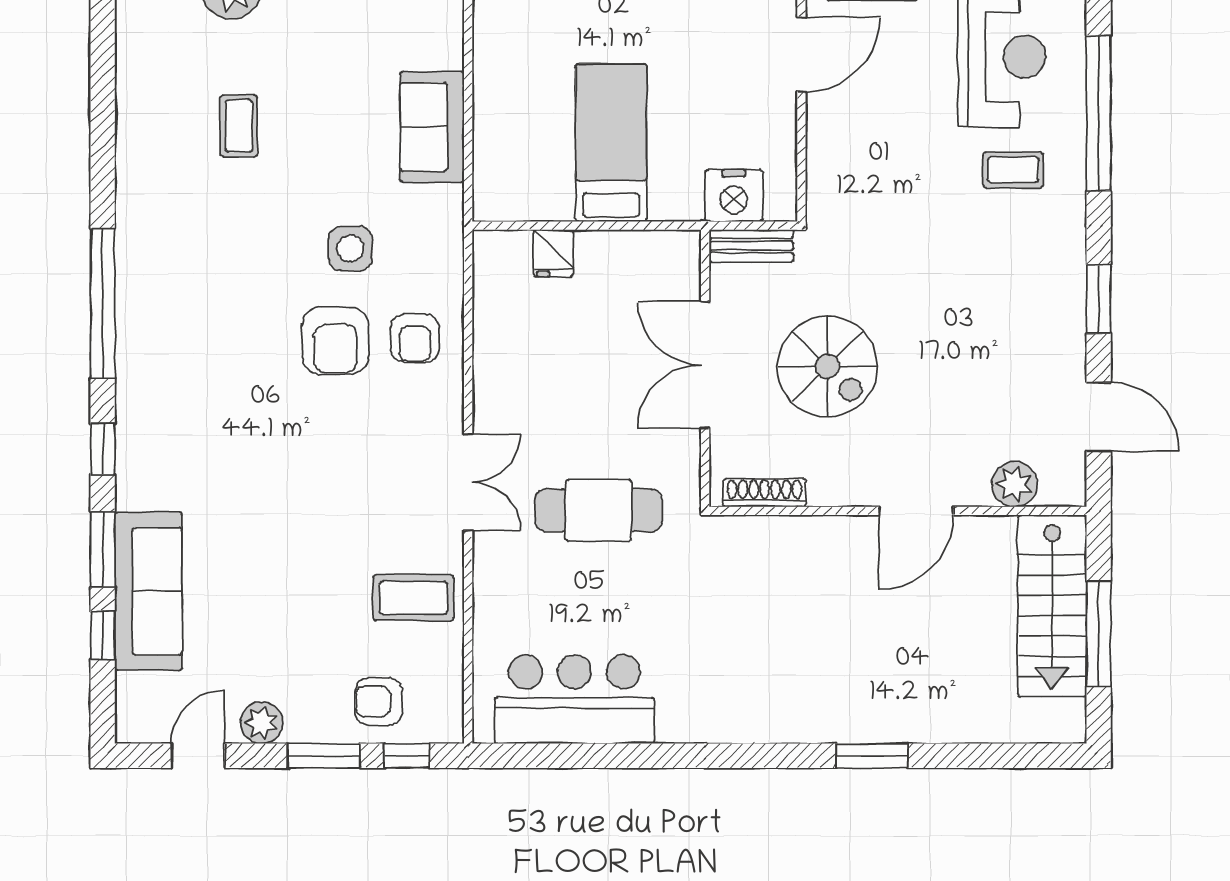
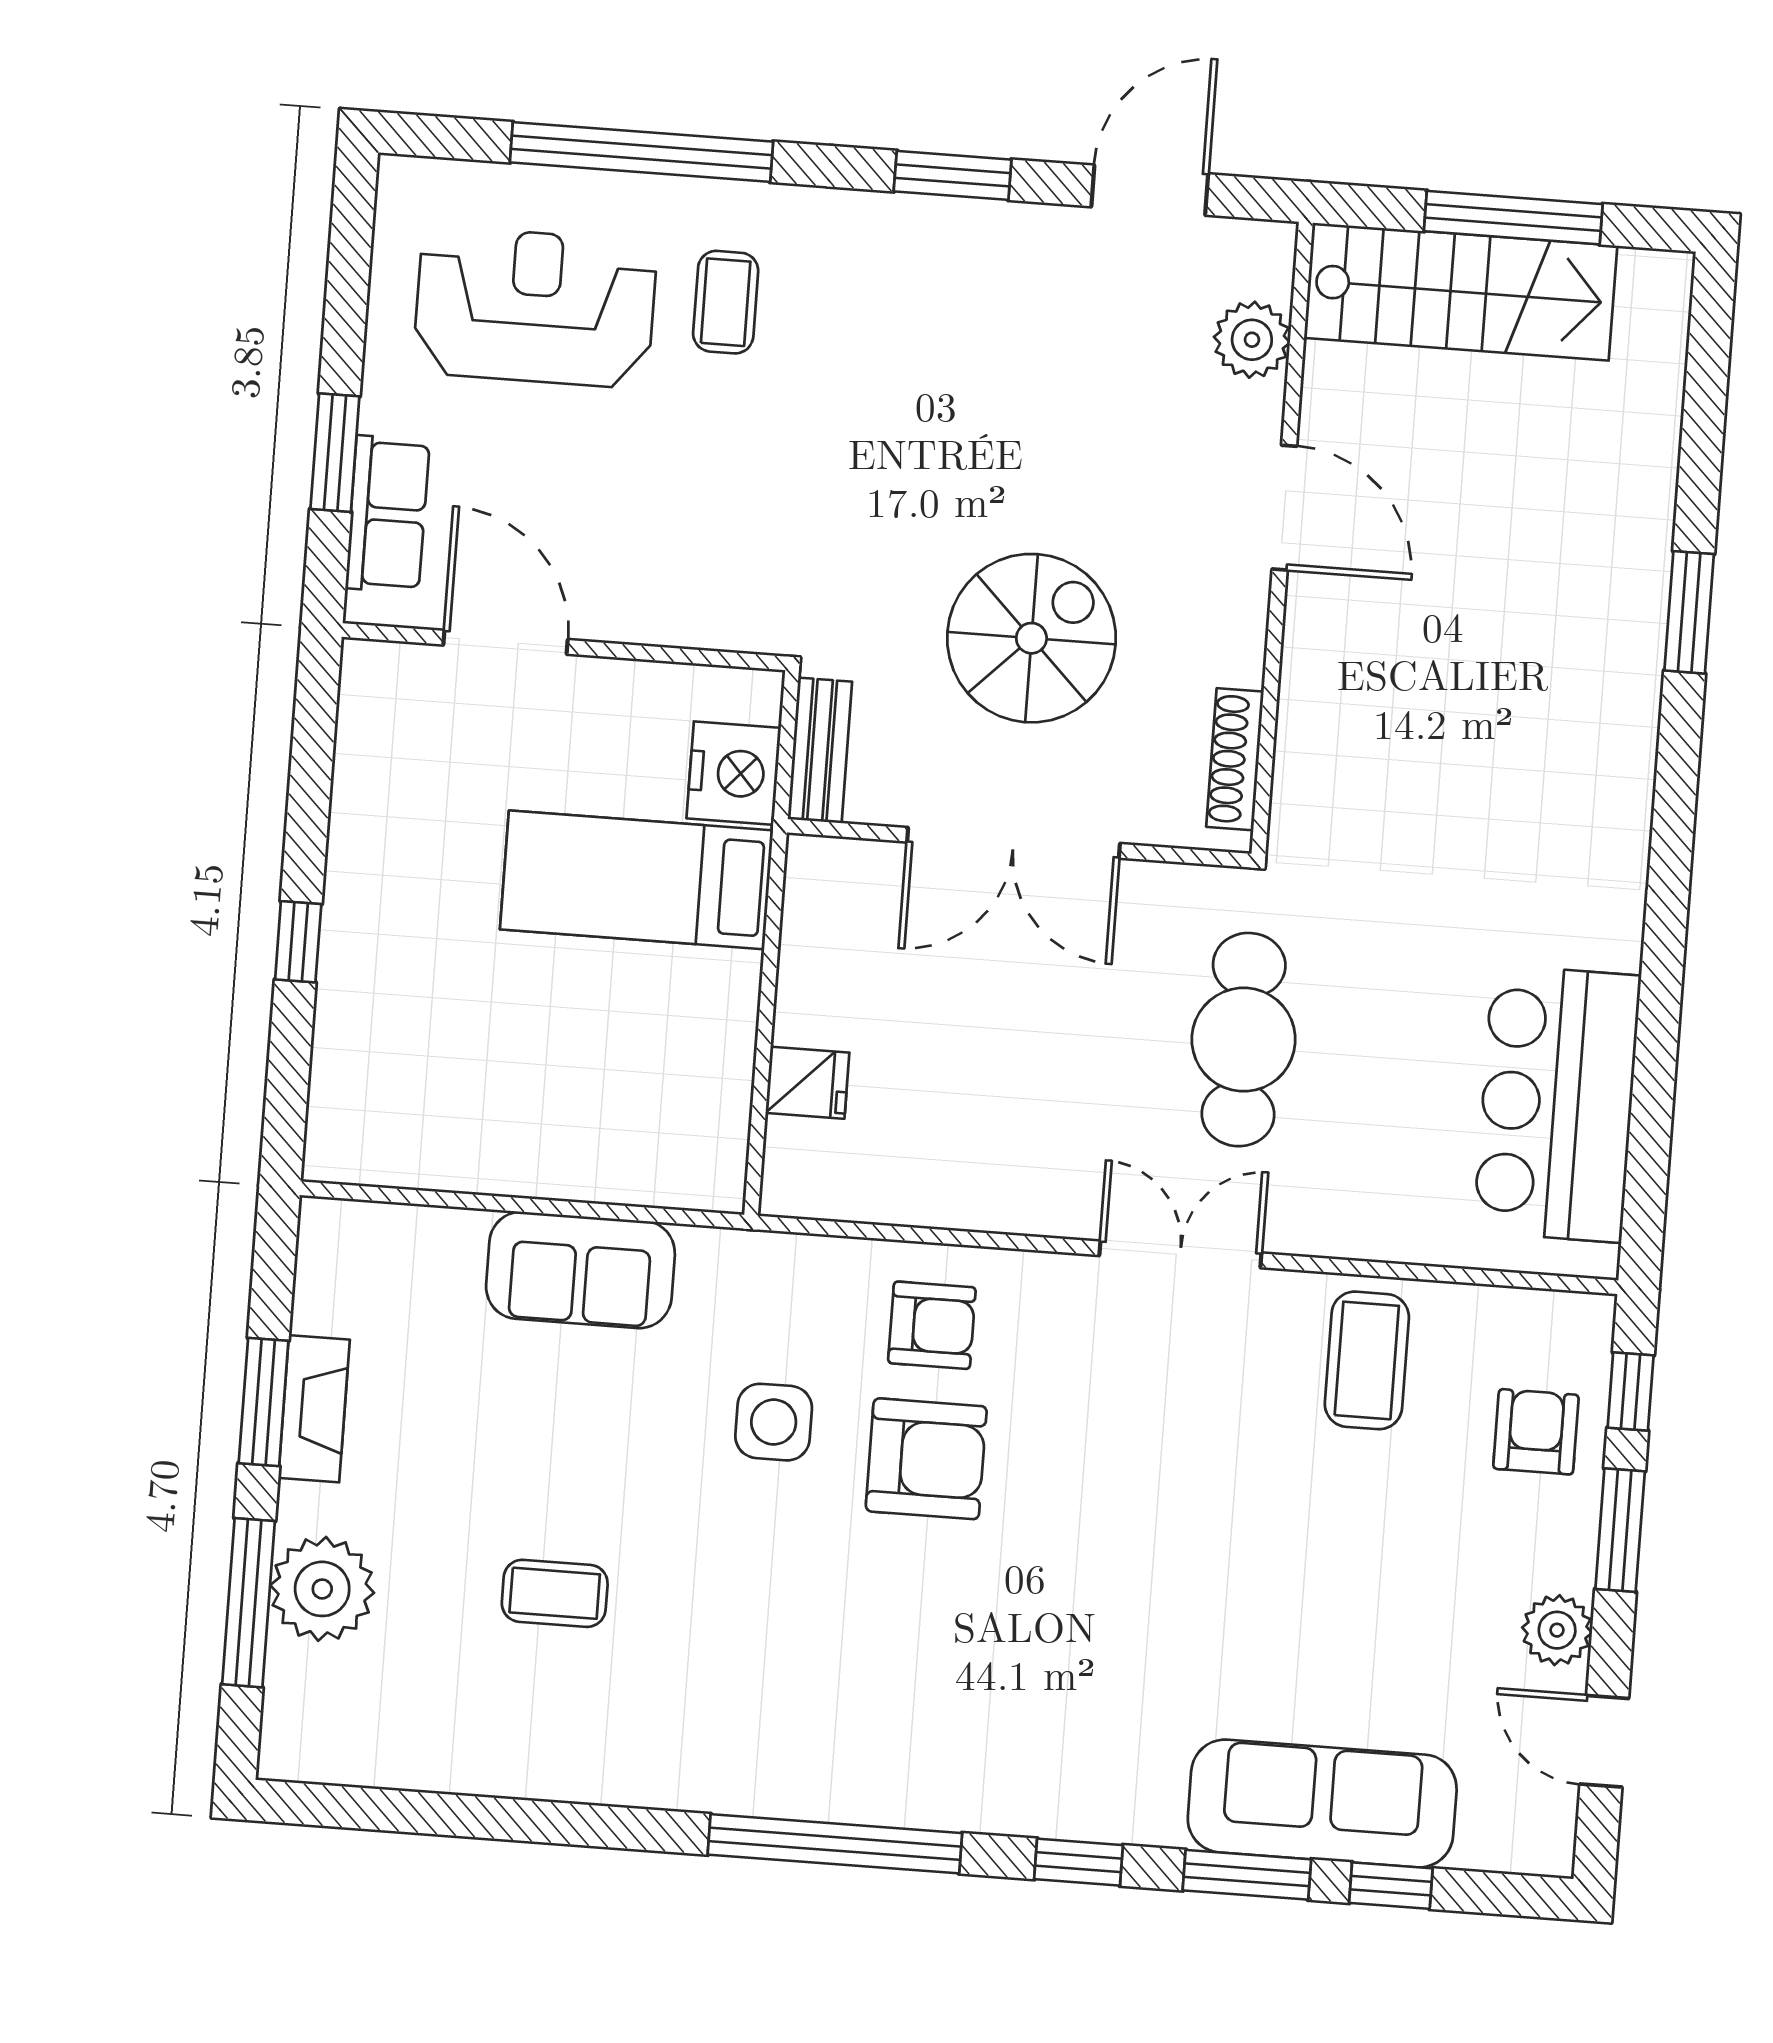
bed: (611, 143) -> (637, 880), moved
armchair: (379, 701) -> (1536, 1432), turned 180

